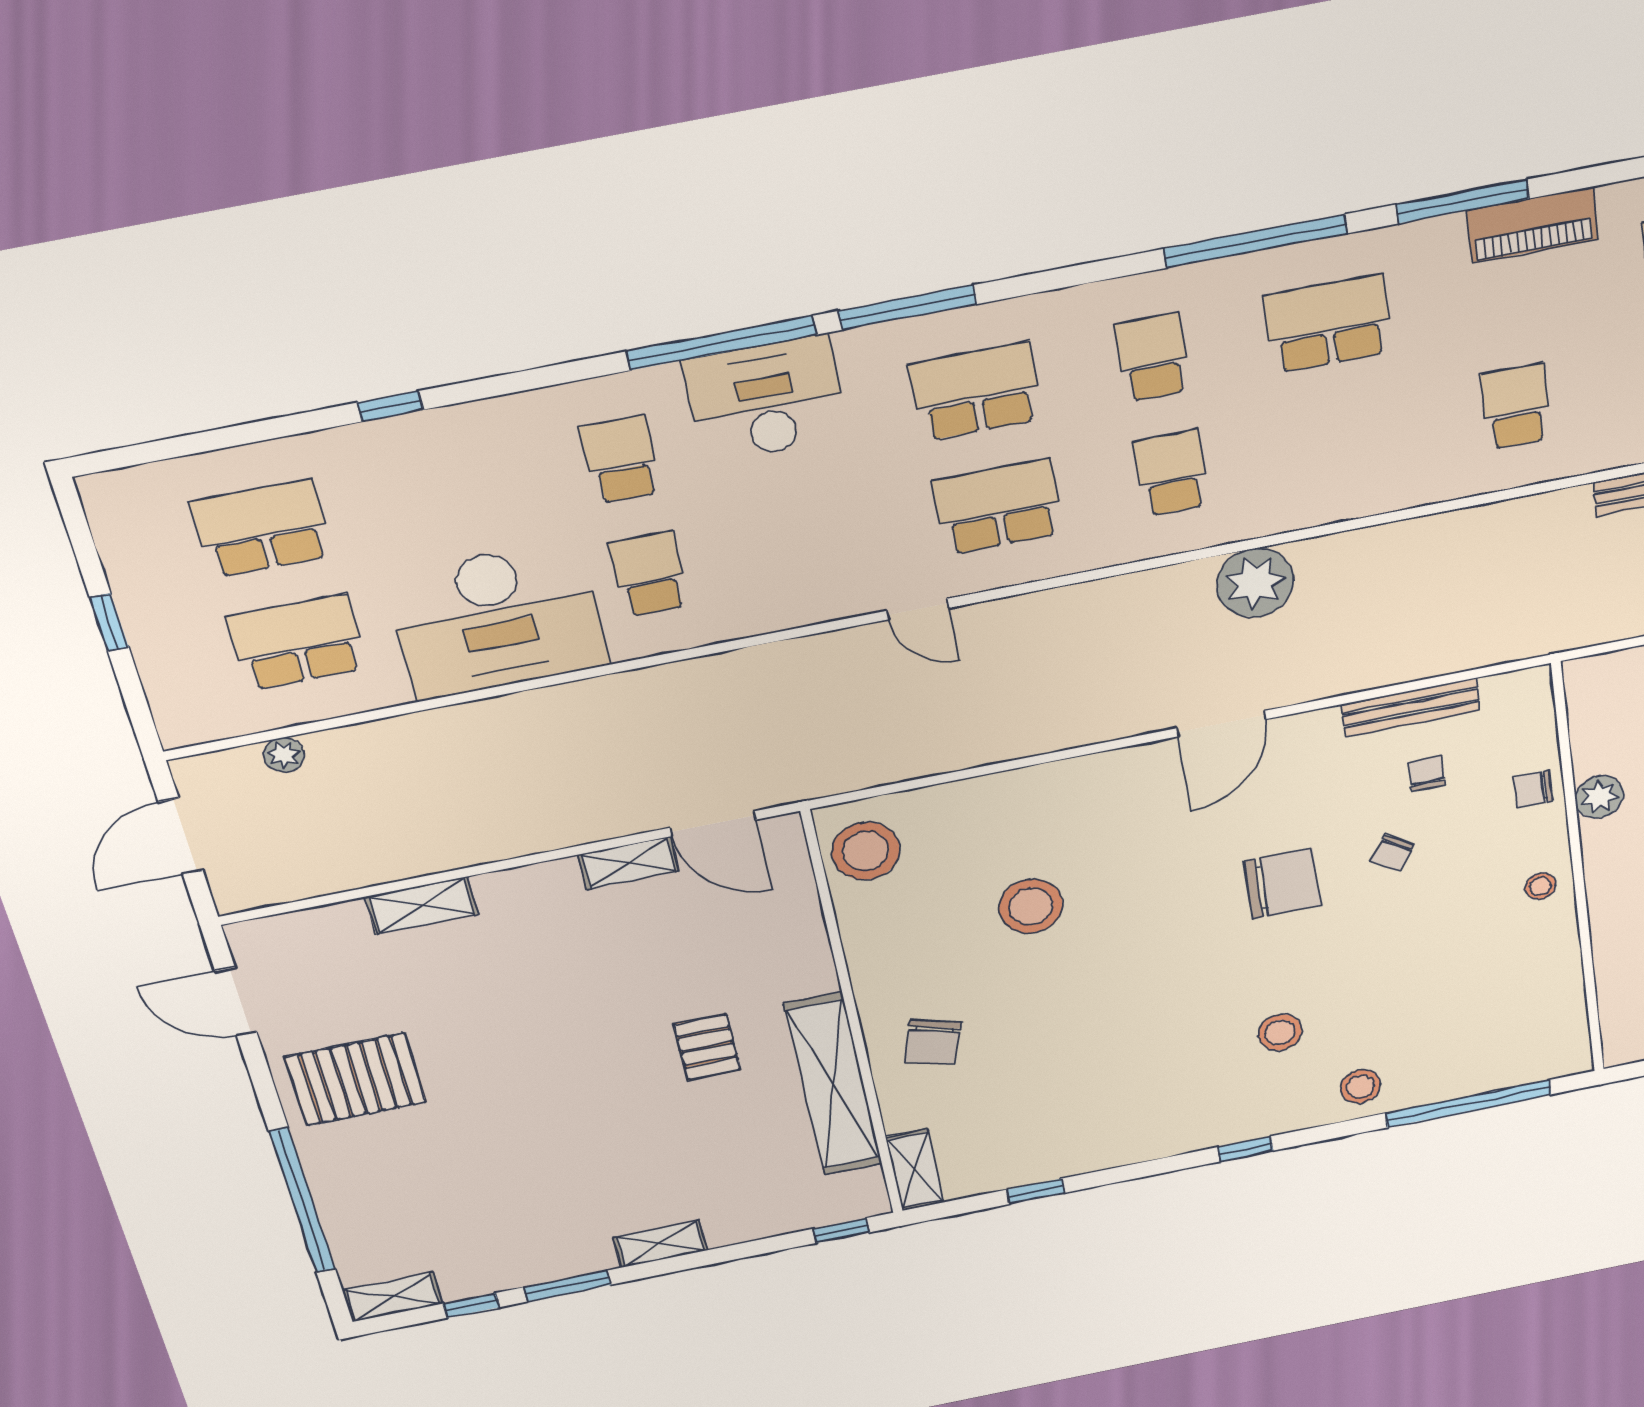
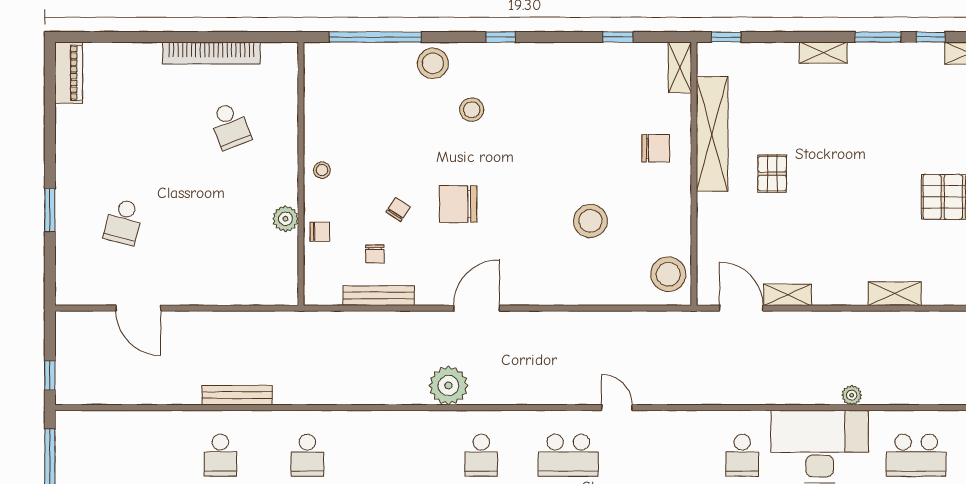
plant: (284, 755) -> (852, 395), moved
chair: (932, 1042) -> (656, 148), turned 73
stool: (1360, 1086) -> (433, 63), width x1.38, depth x1.38

